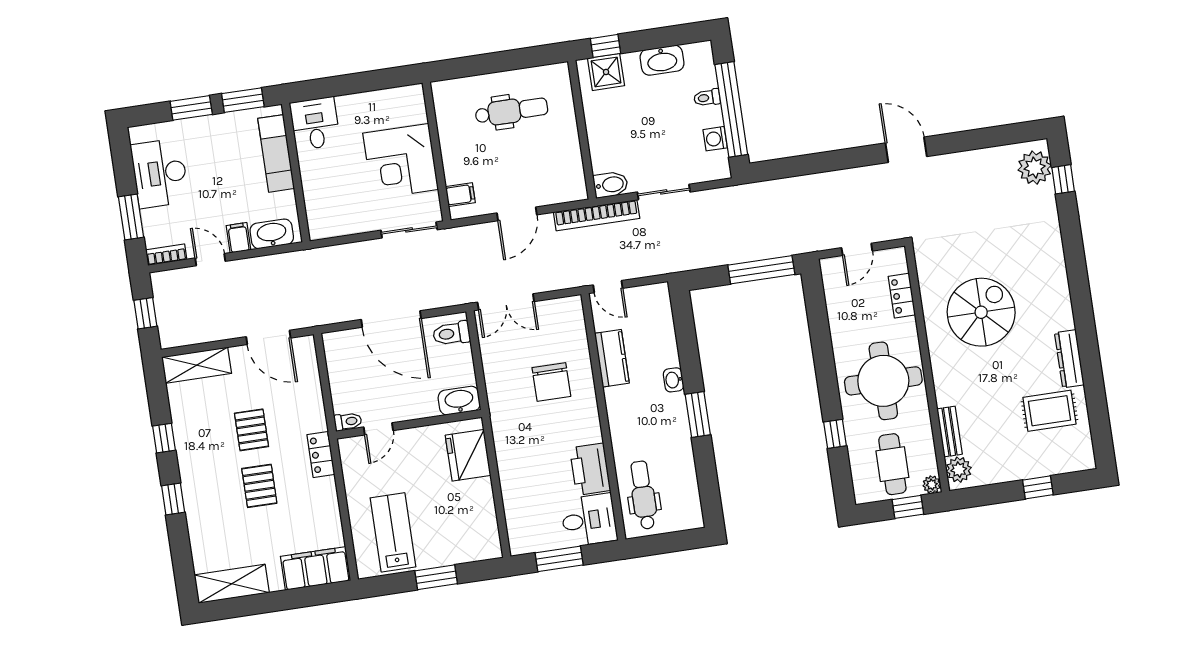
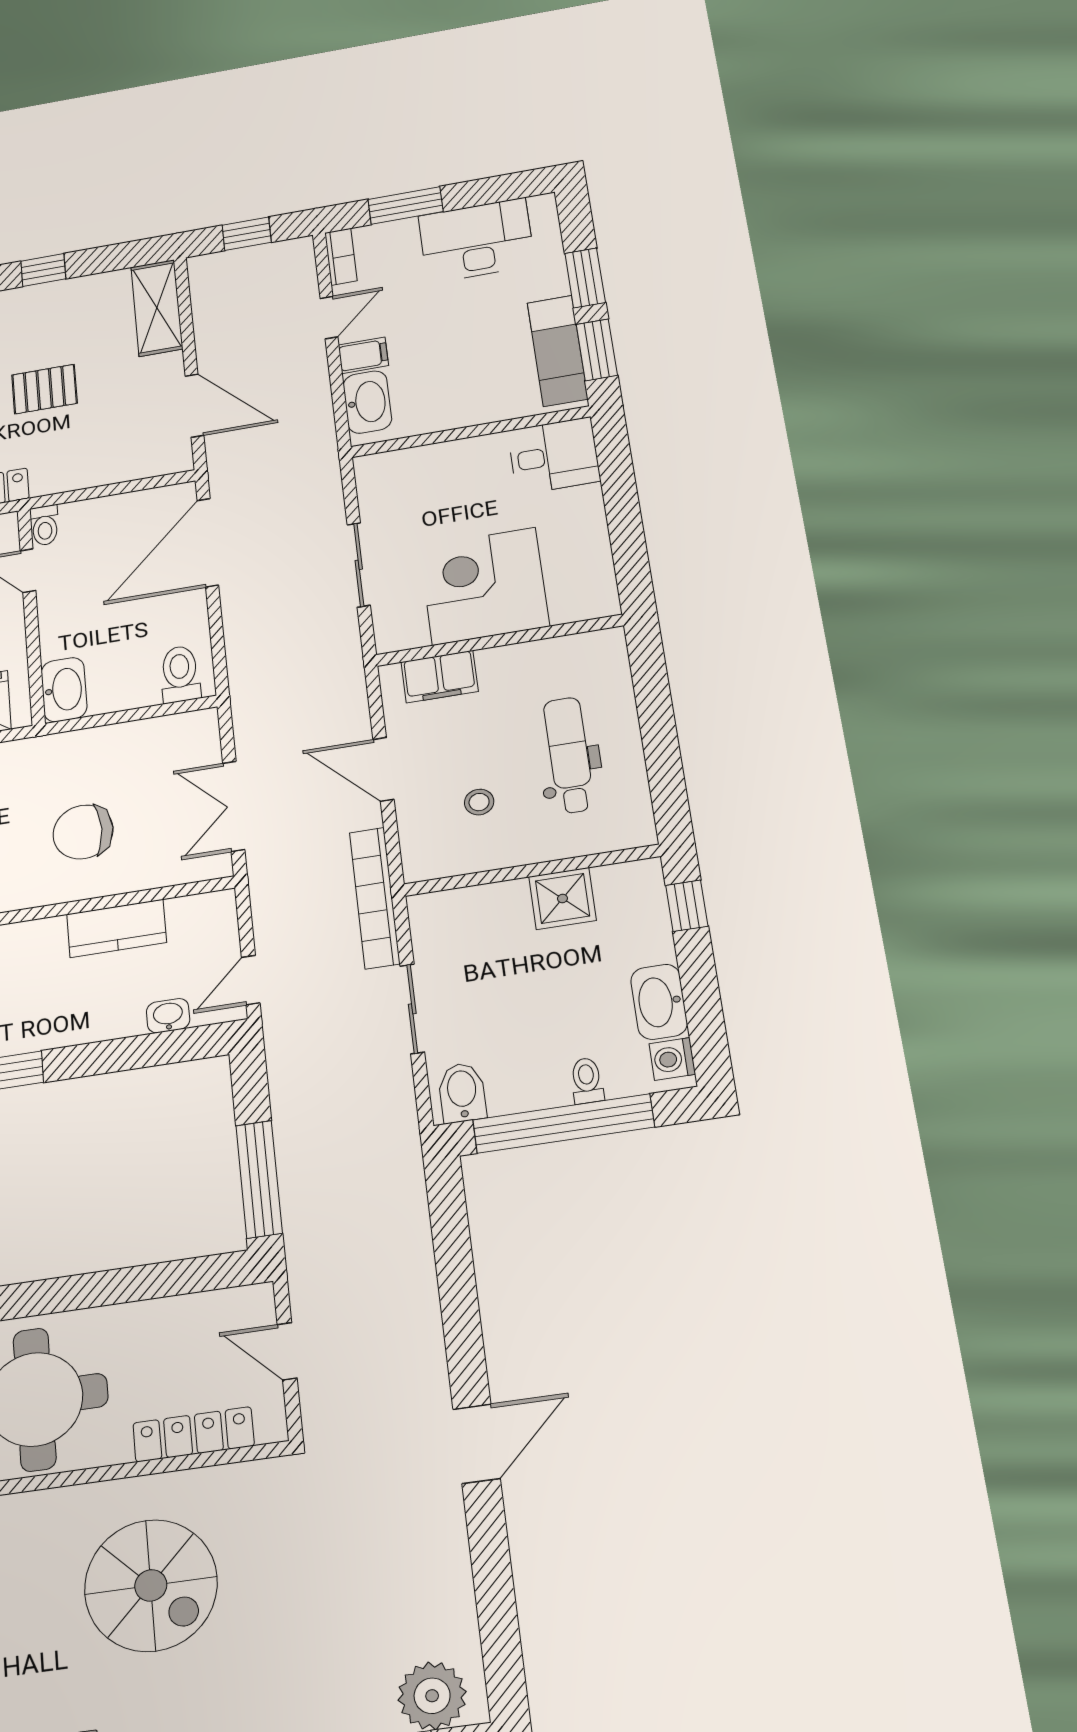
shower: (606, 72) -> (562, 898), moved
dental chair: (511, 111) -> (569, 755), turned 180
washing machine: (715, 139) -> (672, 1059), moved, turned -90
exam couch: (276, 153) -> (557, 351), moved, turned -90
stool: (539, 160) -> (479, 802), added
bidet: (611, 185) -> (462, 1093), moved, turned 180
filing cabinet: (460, 195) -> (440, 677), width x2.00
sliding door: (409, 230) -> (359, 565), moved
door: (608, 287) -> (251, 980), moved
locker: (902, 296) -> (193, 1434), width x1.53
double door: (506, 302) -> (234, 806), moved
door: (391, 319) -> (208, 543), moved
door: (268, 337) -> (194, 406), swing flipped
washbasin: (673, 380) -> (168, 1016), moved

